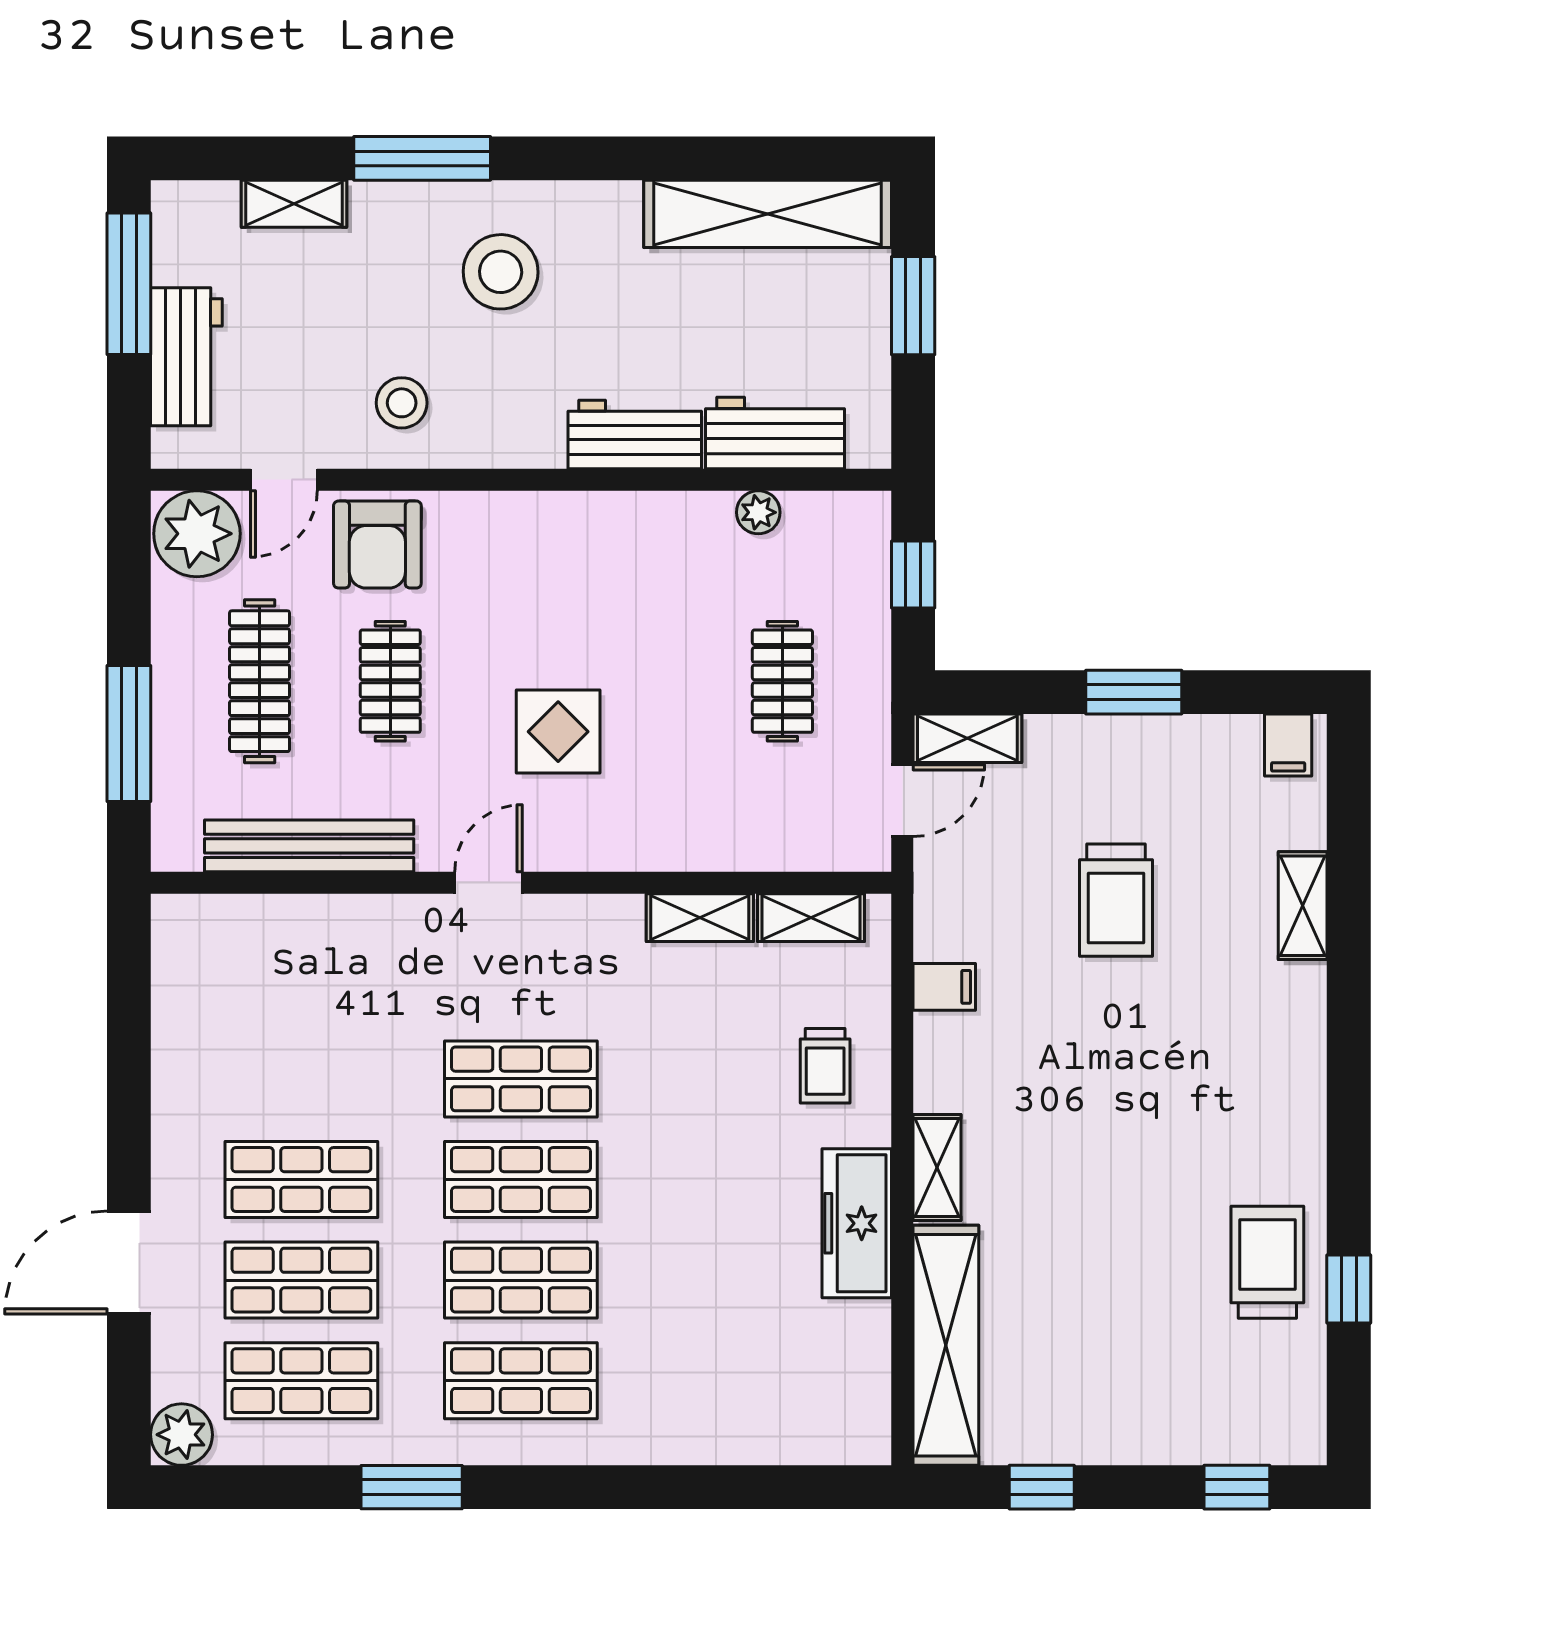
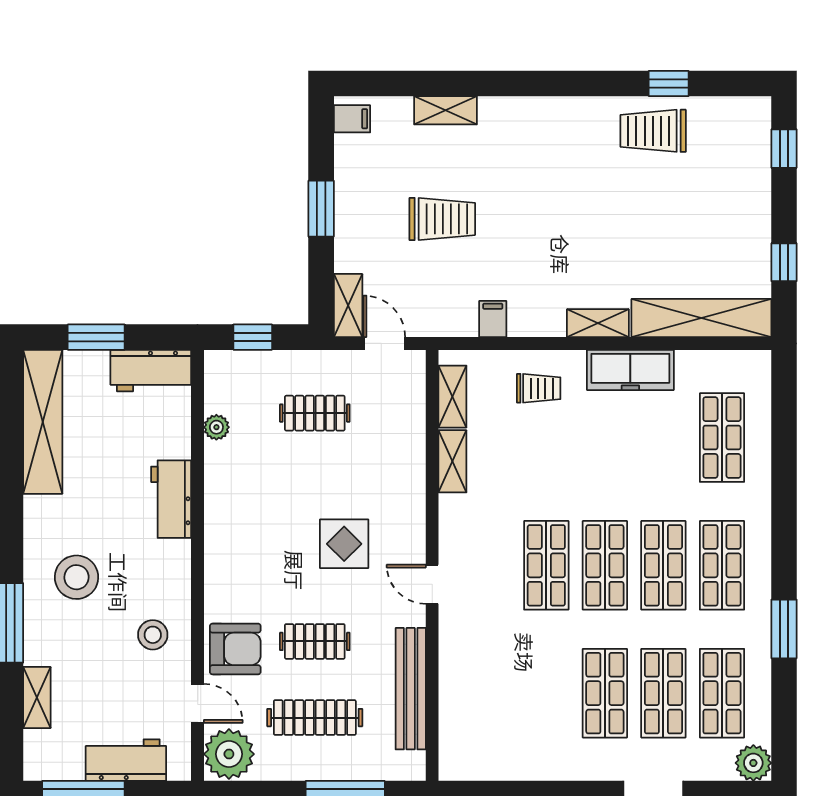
workbench: (775, 433) -> (151, 371), moved, turned -90
shop shelf: (741, 1381) -> (722, 438), added

